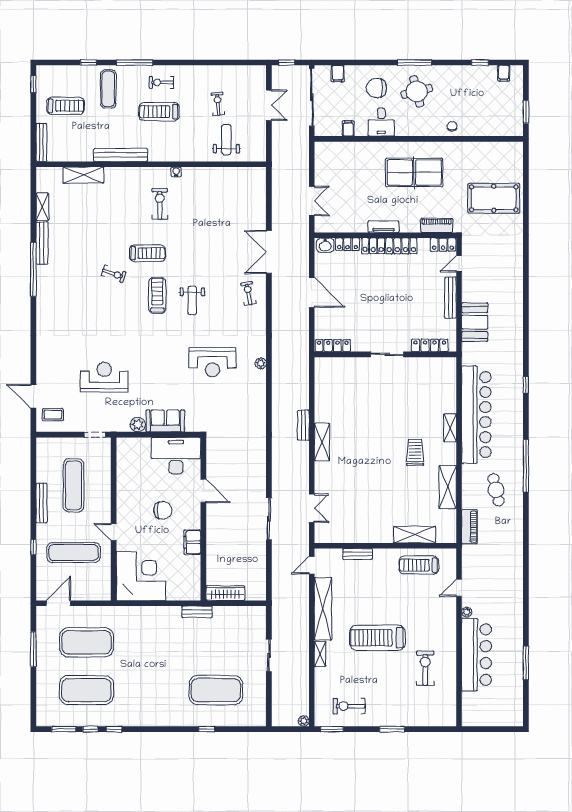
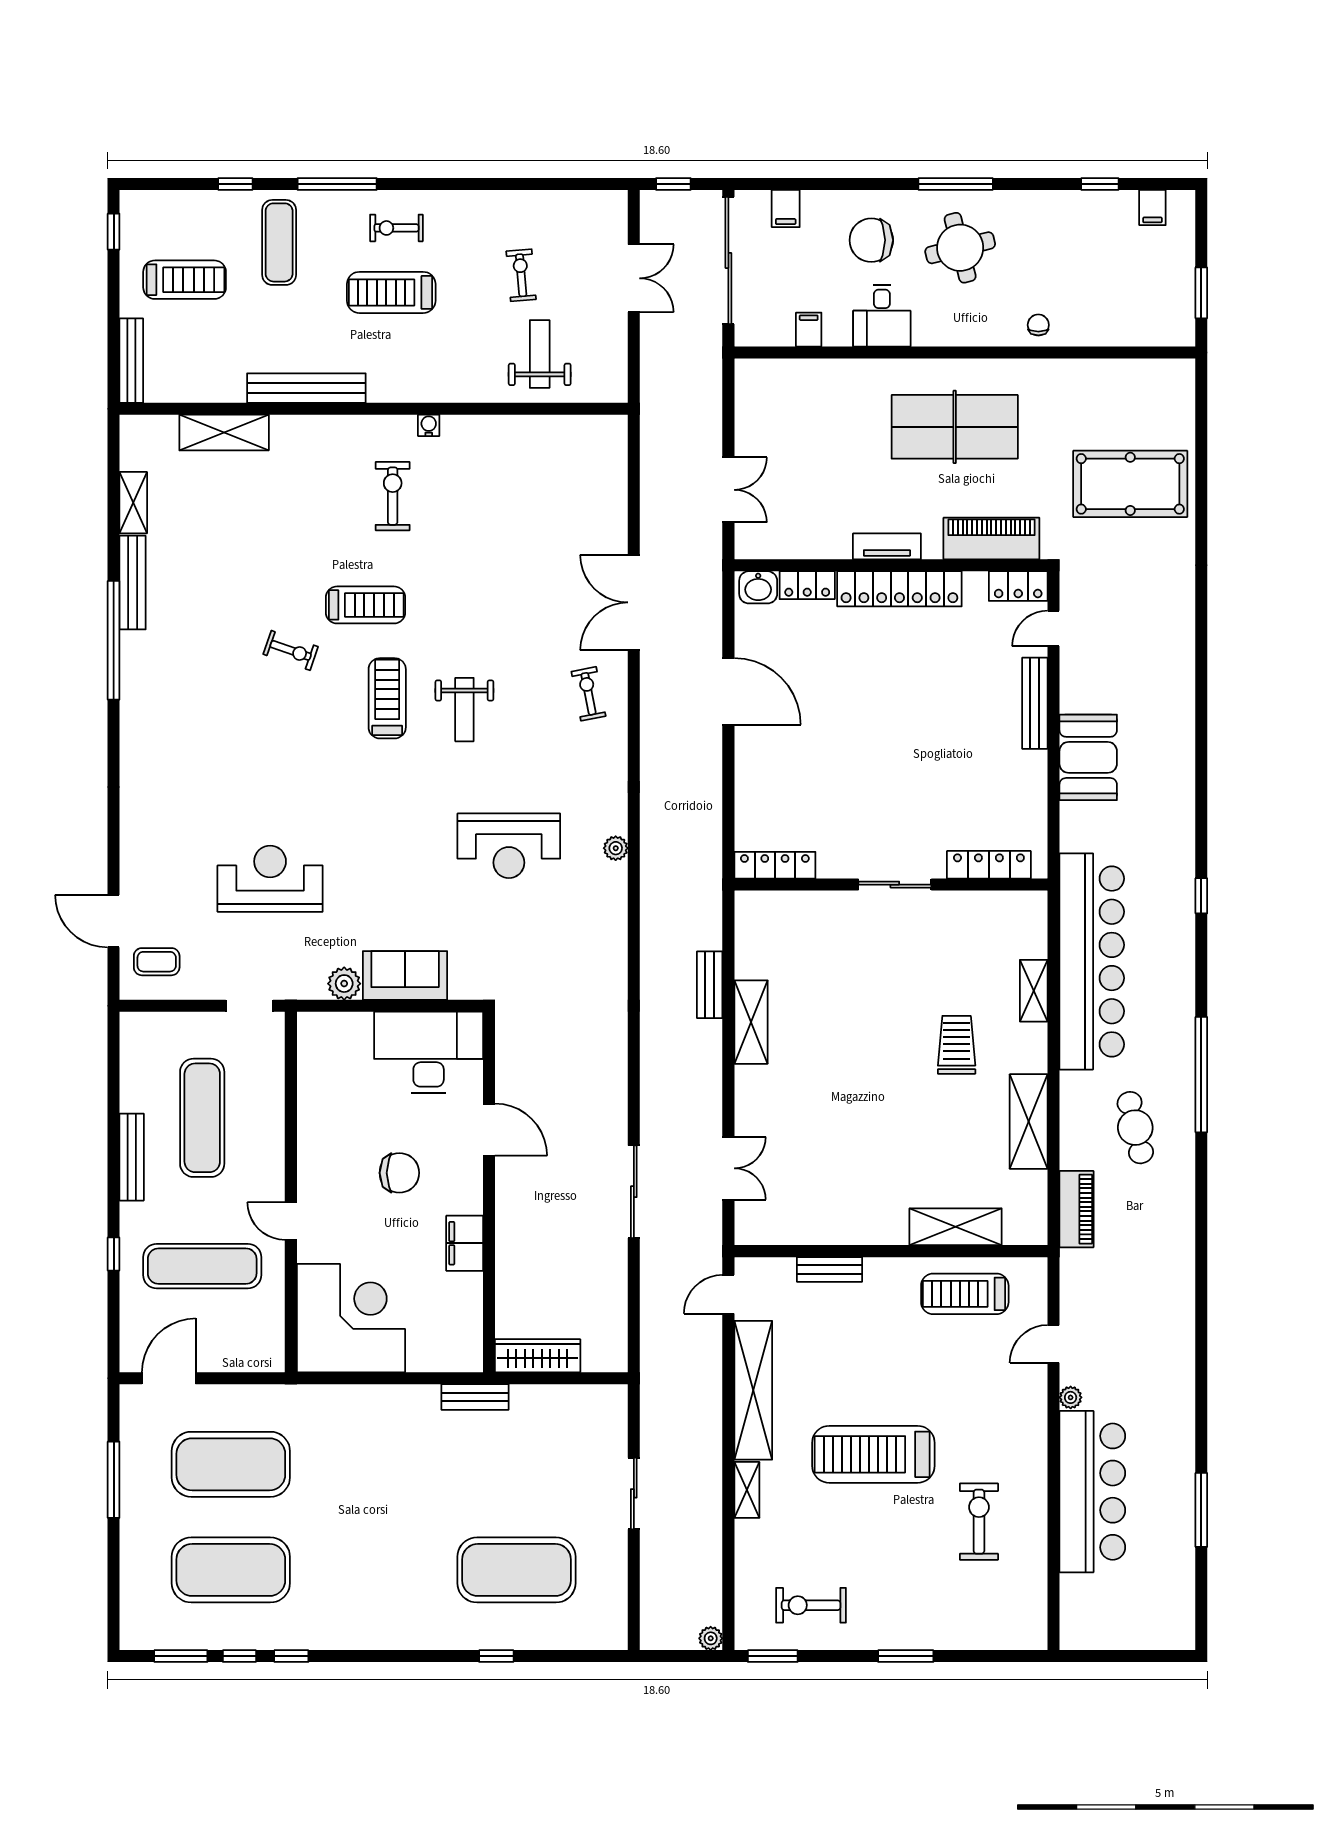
piano: (437, 225) -> (991, 539), width x1.37, depth x1.33
locker: (430, 345) -> (989, 865), moved
locker: (333, 346) -> (775, 865), moved
wall: (385, 354) -> (891, 885), moved
sliding door: (387, 354) -> (895, 885), moved

